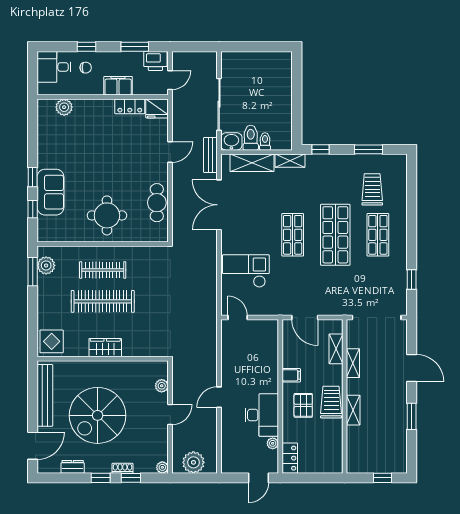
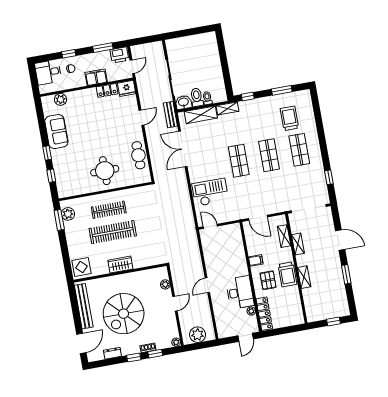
sofa: (51, 192) -> (56, 132), moved
shop shelf: (335, 235) -> (269, 155), width x0.70, depth x0.74
trolley: (331, 402) -> (287, 274), turned 180
locker: (290, 458) -> (264, 314), width x1.53

